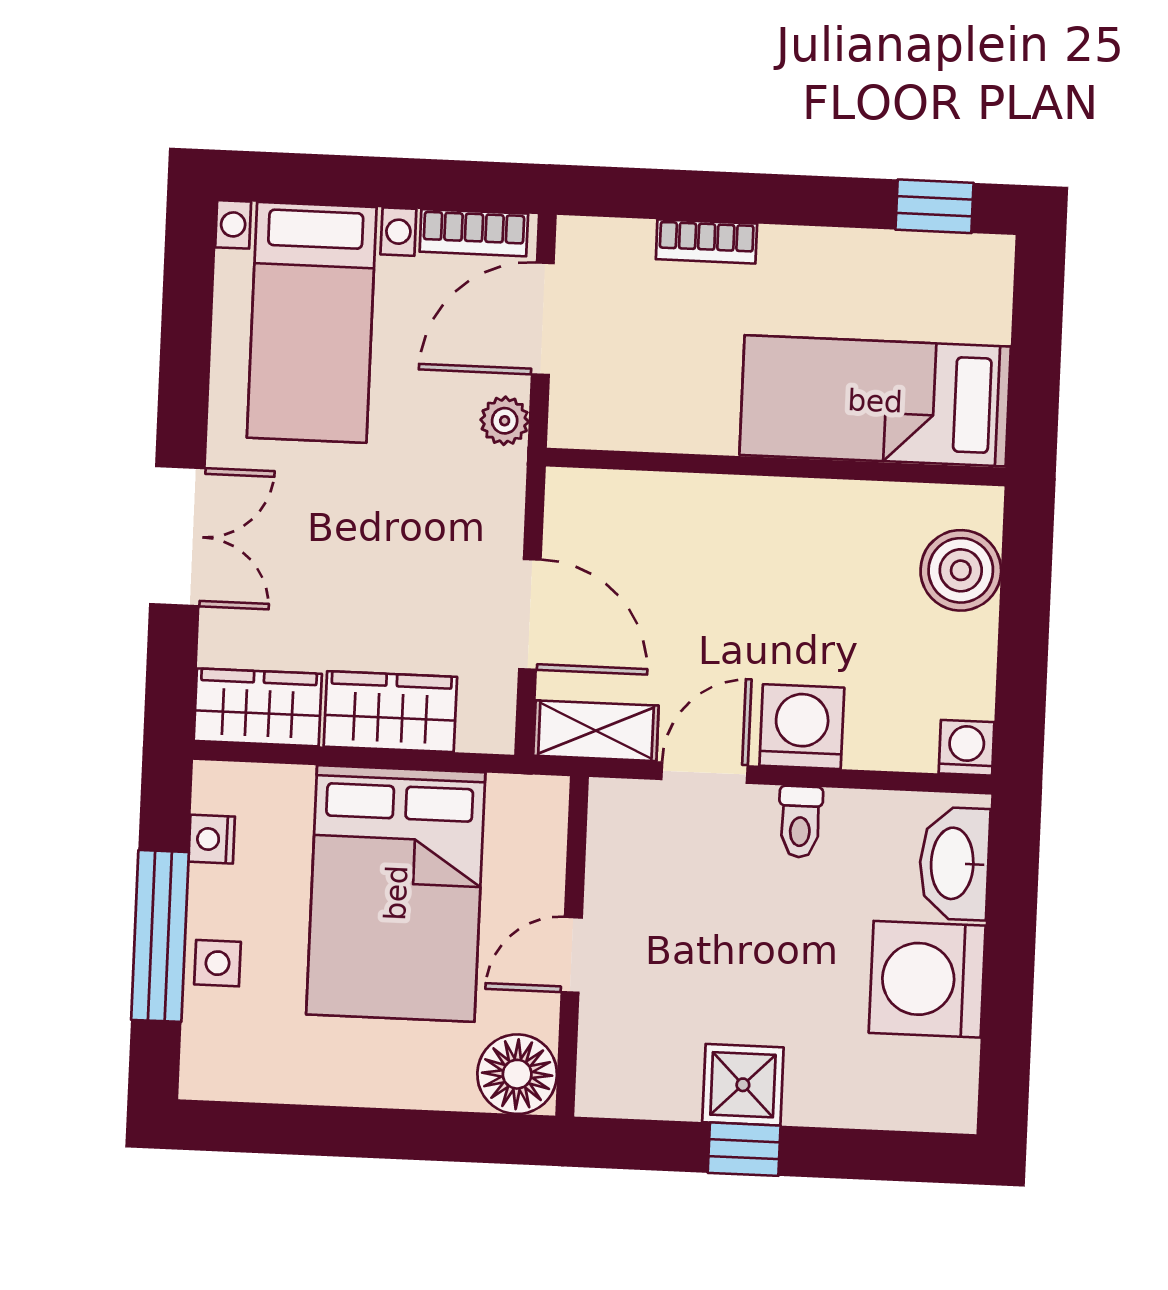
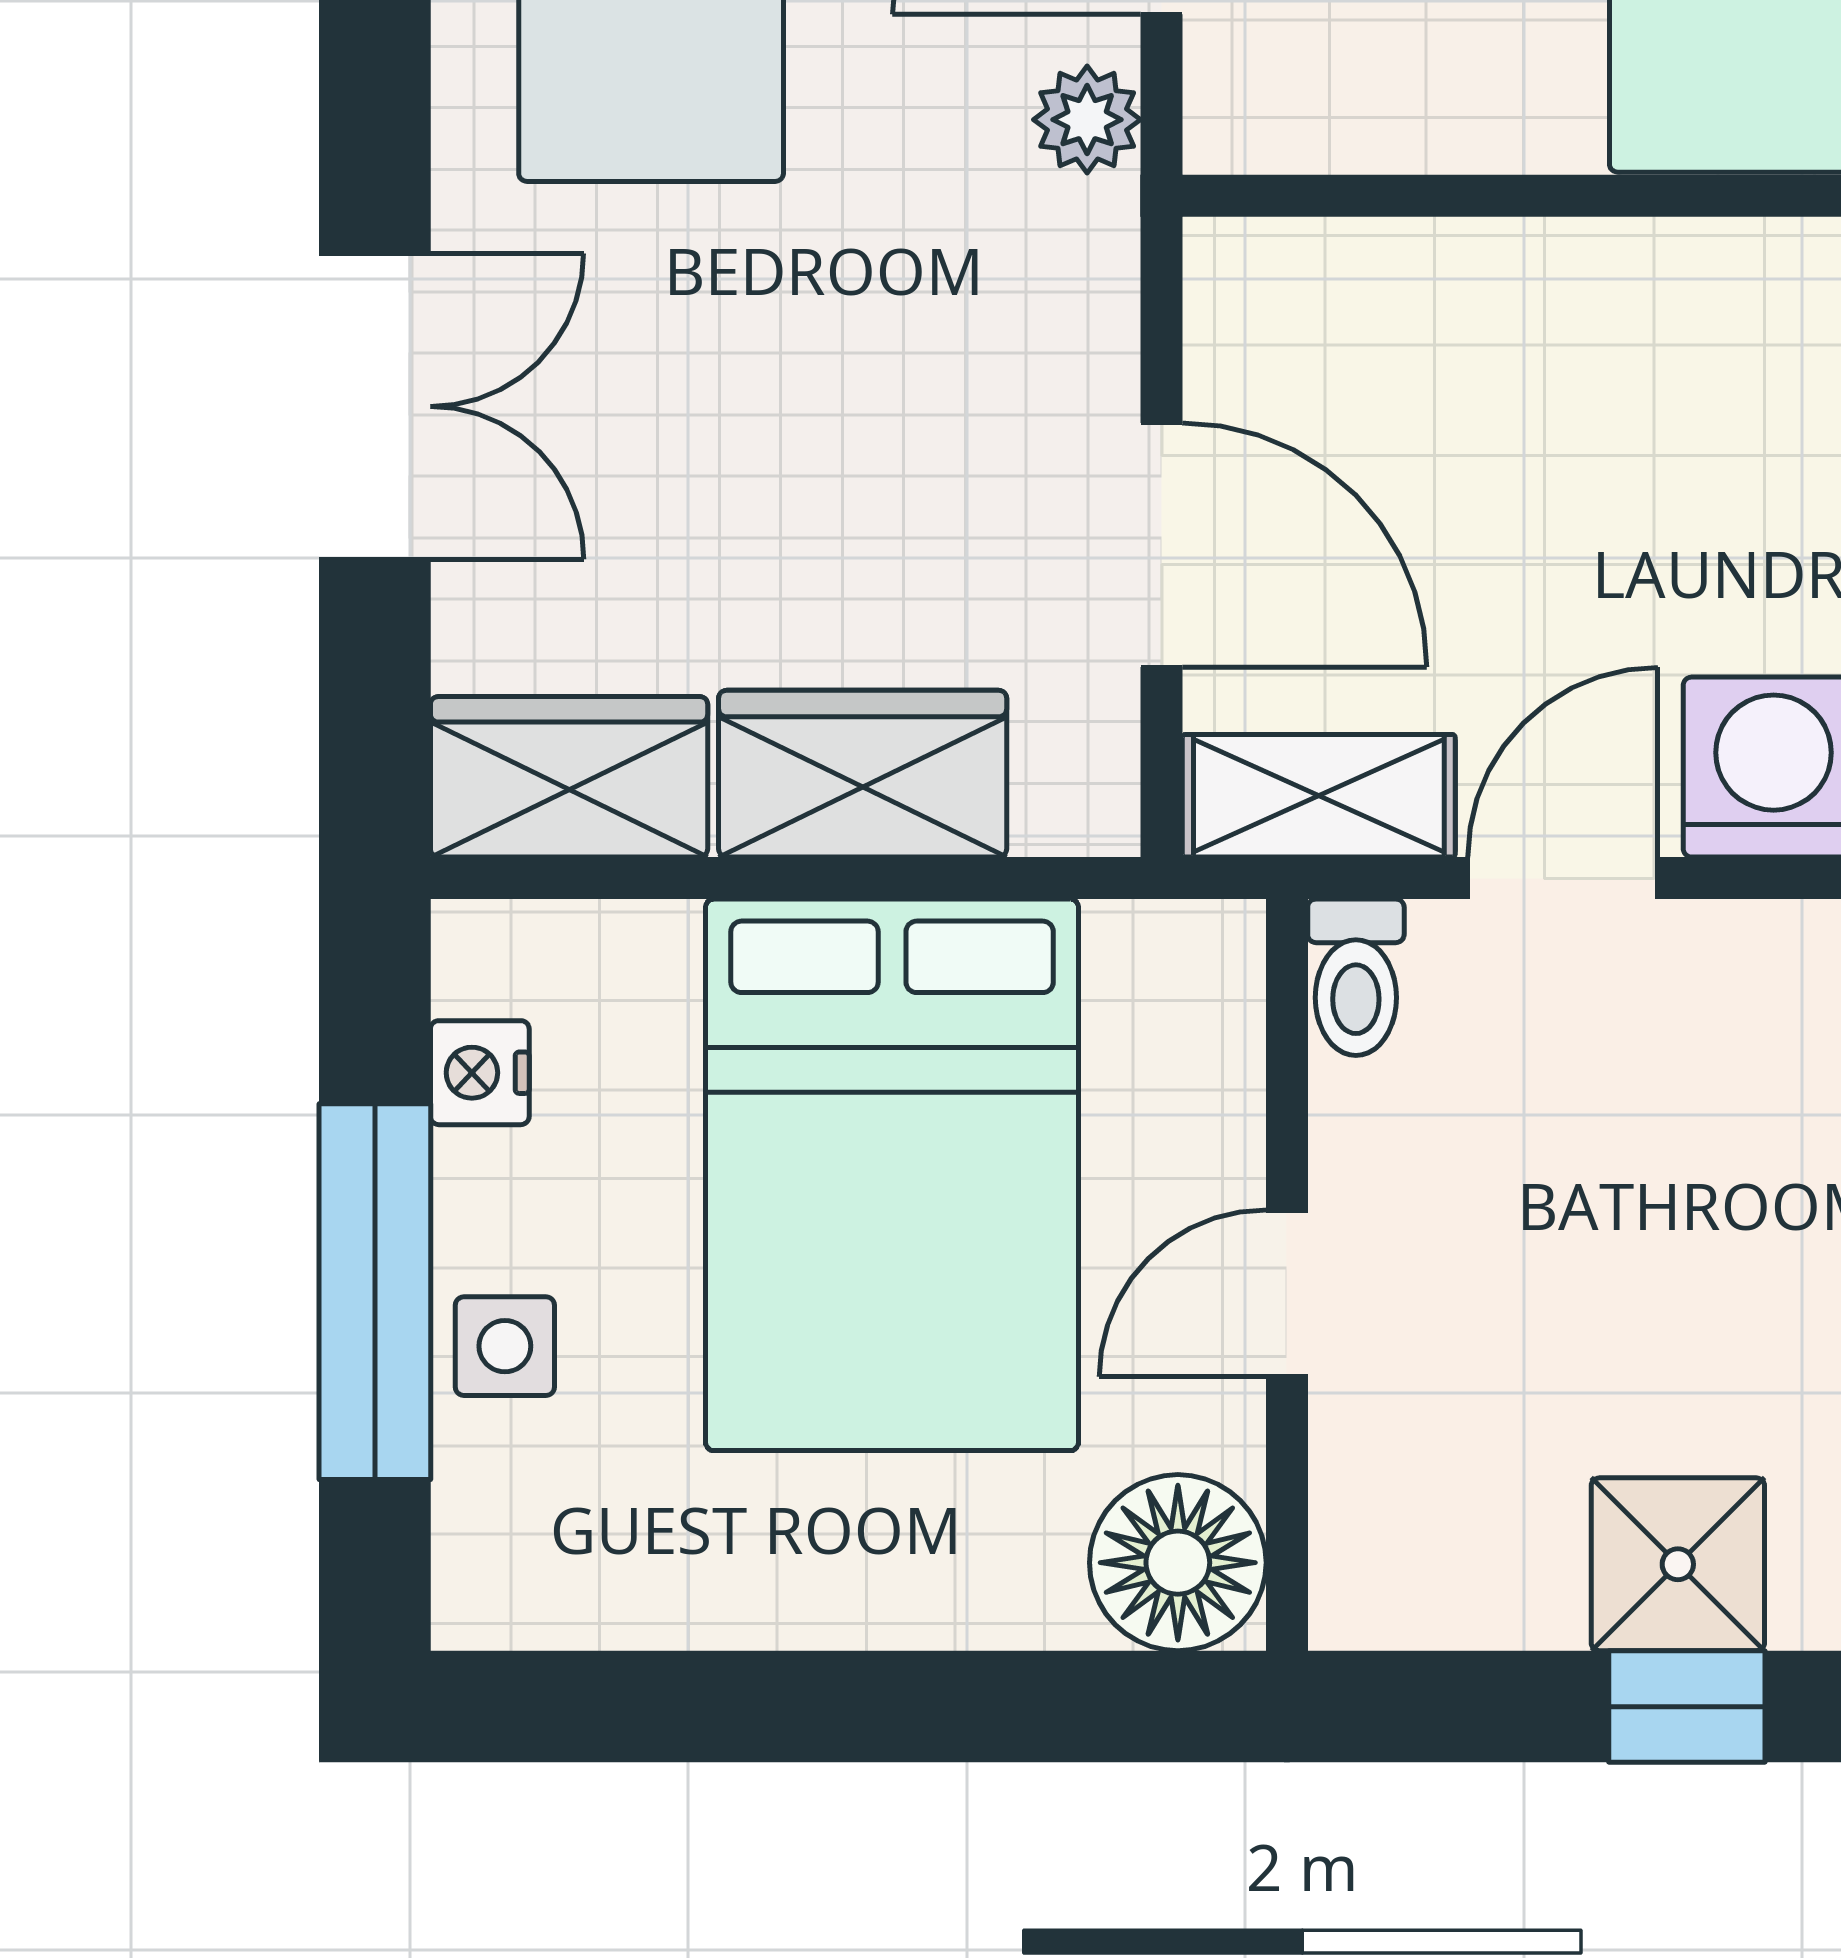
toilet: (800, 822) -> (1356, 977), moved

